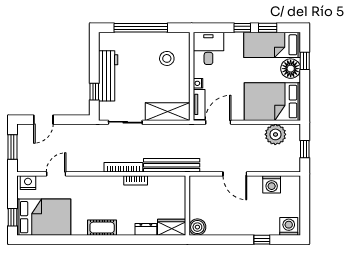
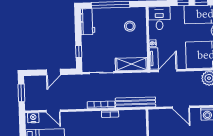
workbench: (108, 76) -> (88, 22), moved, width x0.73
door: (43, 120) -> (53, 72), moved
door: (56, 174) -> (53, 111), swing flipped

